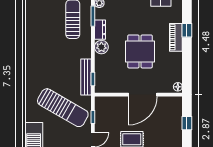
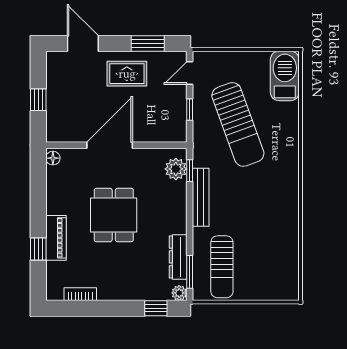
dresser: (100, 30) -> (178, 257), width x1.44
plant: (101, 47) -> (176, 169), moved
bench: (86, 77) -> (201, 197), moved
sun lounger: (63, 108) -> (238, 124), turned -140

